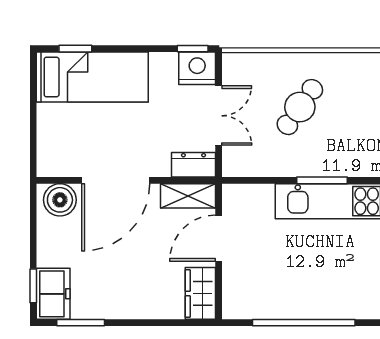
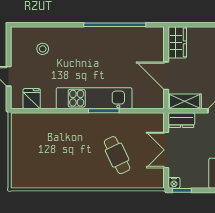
nightstand: (197, 68) -> (174, 183), width x0.53, depth x0.56
cafe table: (300, 107) -> (117, 155), turned -60
door: (219, 238) -> (166, 76), swing flipped

